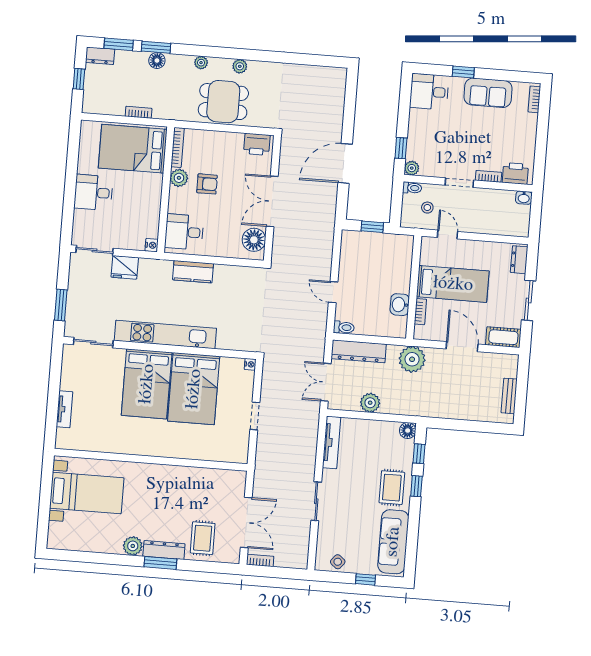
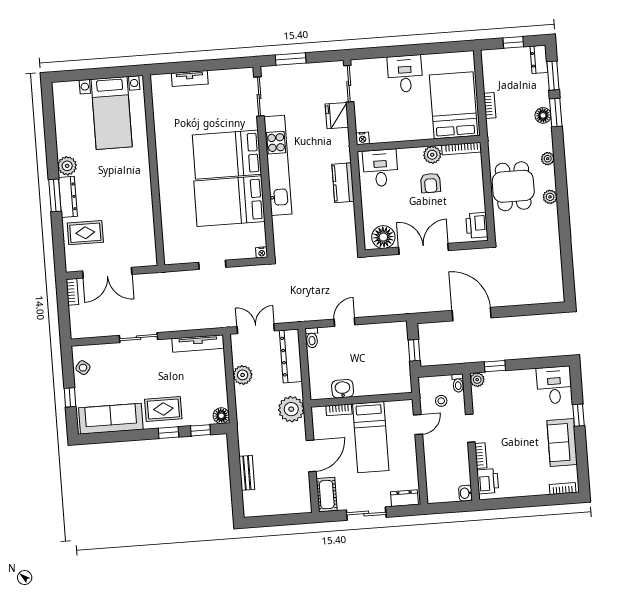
bench: (509, 396) -> (247, 473), moved, turned 90

